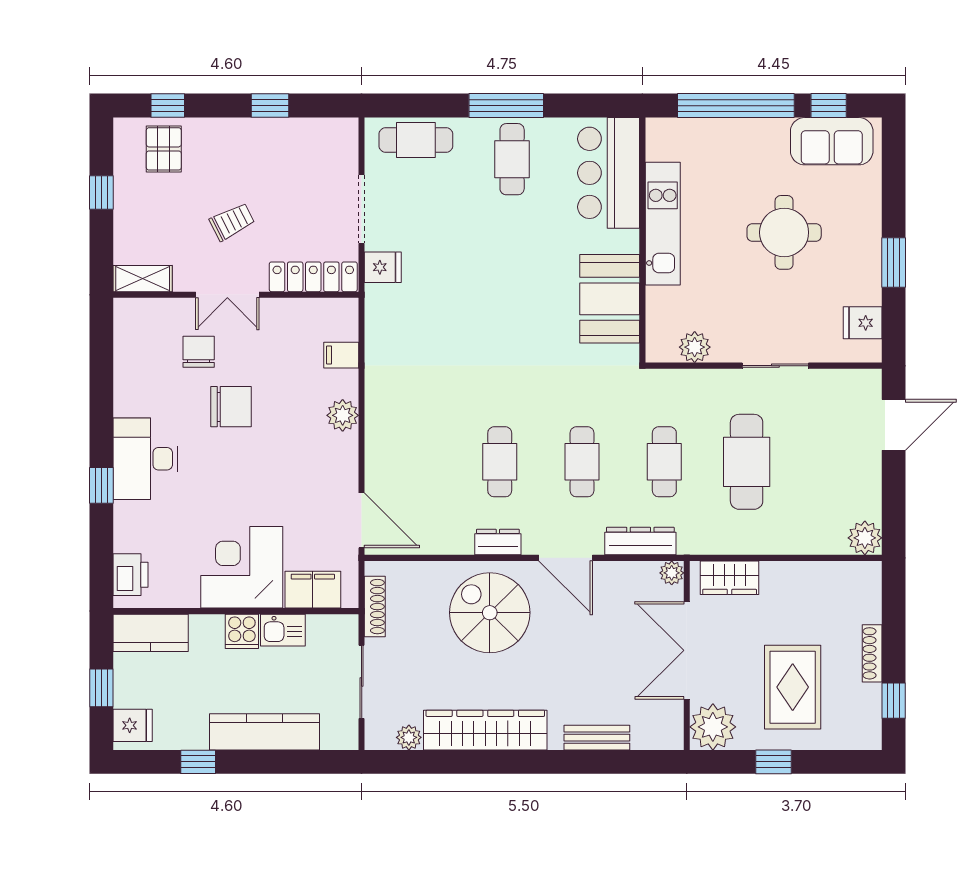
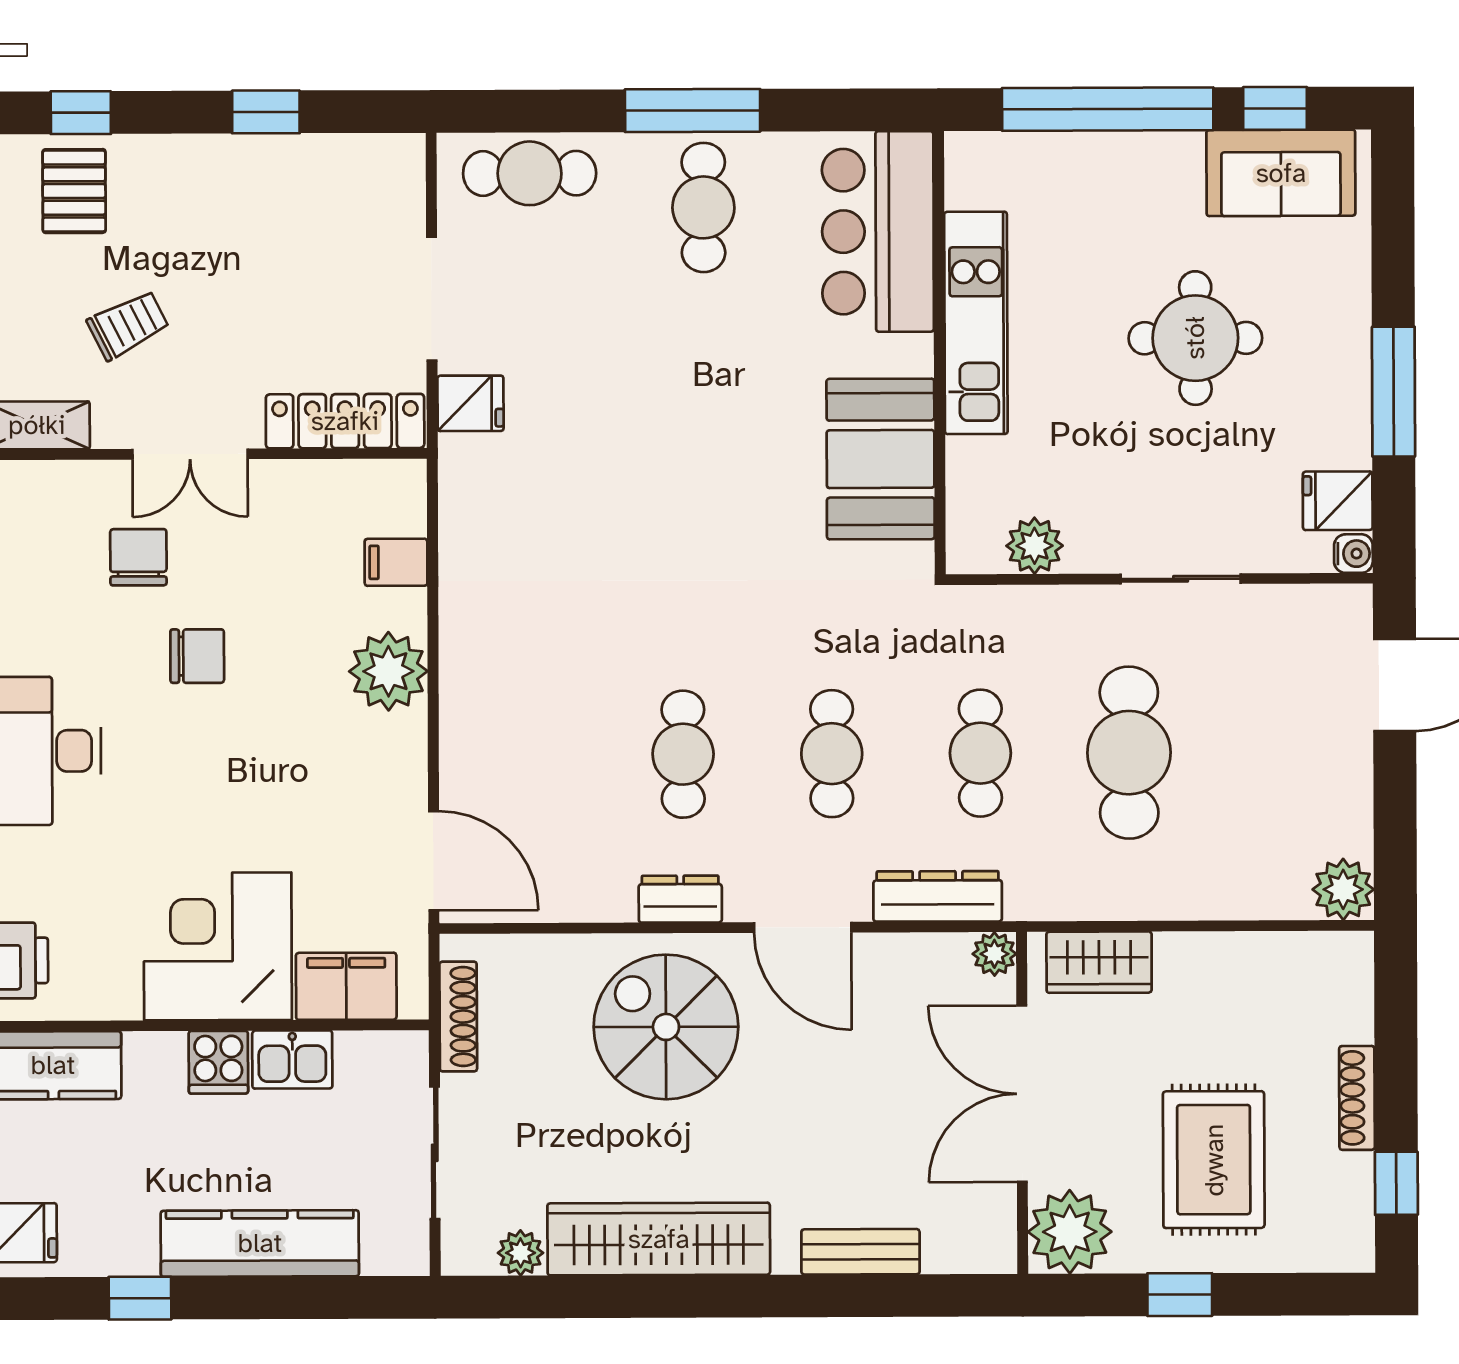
trolley: (232, 222) -> (128, 325), moved
window: (894, 263) -> (1394, 392), width x1.44
water cooler: (871, 352) -> (1353, 554), added
chair: (231, 407) -> (197, 656), width x0.73, depth x0.73
plant: (343, 415) -> (388, 671), width x1.36, depth x1.36

